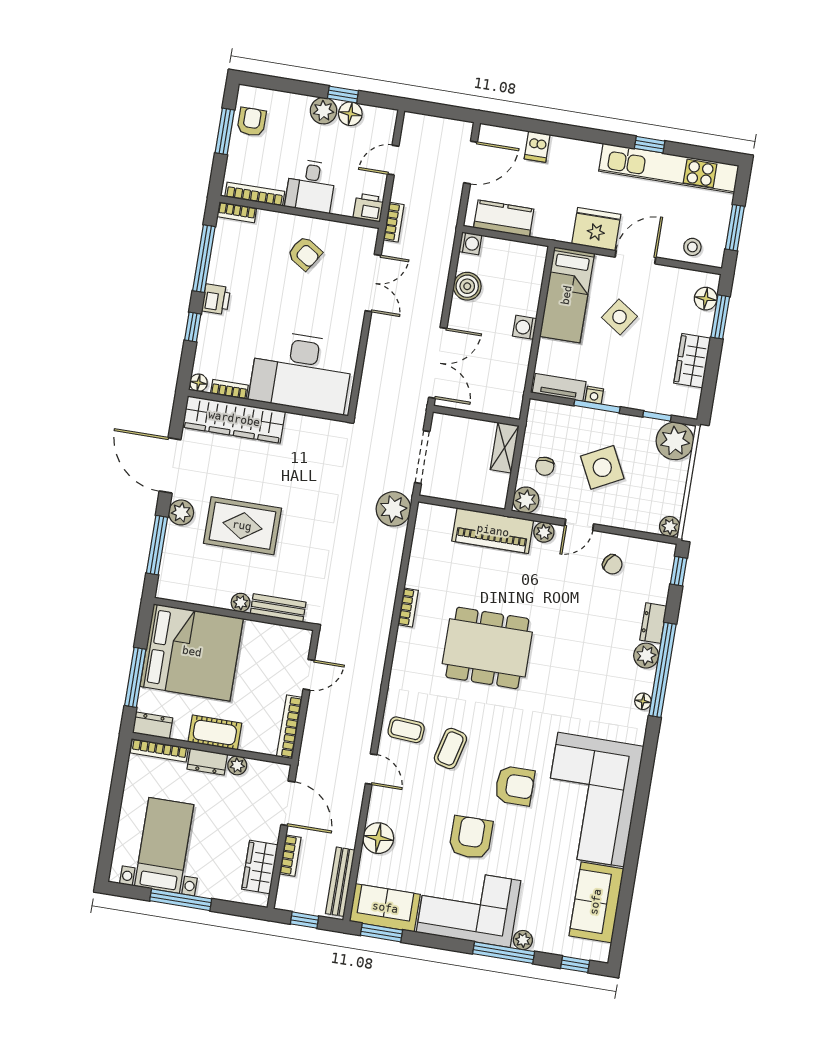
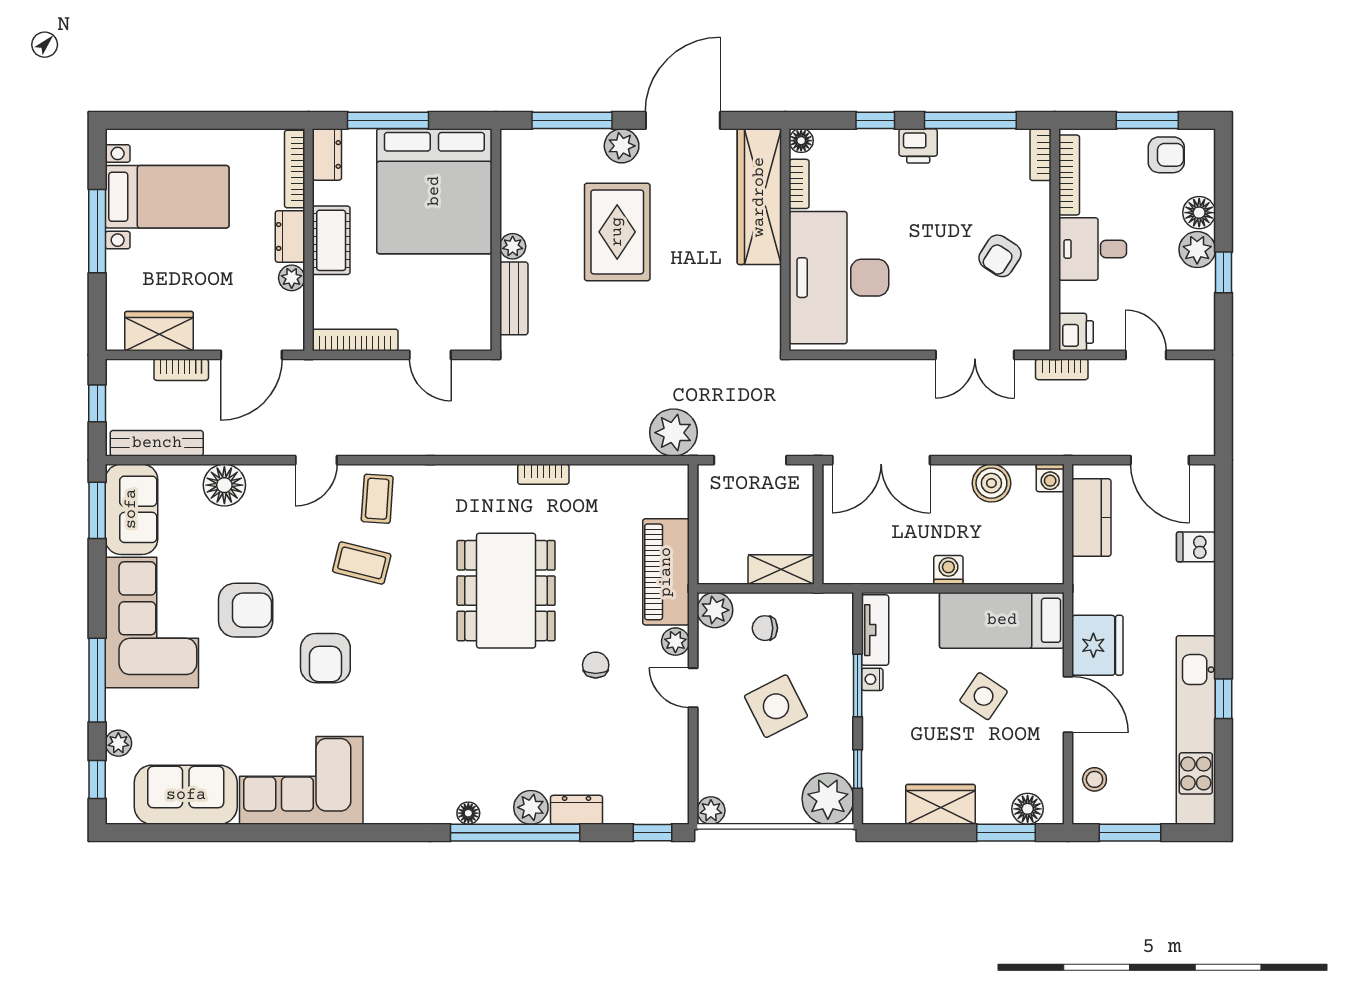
floor lamp: (350, 114) -> (1199, 213), moved
chair: (612, 564) -> (596, 665), moved, turned 149
corner sofa: (591, 800) -> (301, 780), width x0.73, depth x0.74
plant: (523, 940) -> (118, 743), moved

